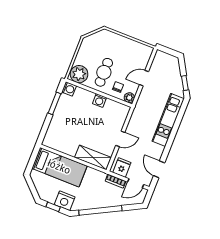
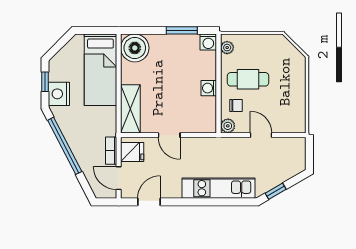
plant: (79, 74) -> (227, 48), width x0.53, depth x0.53
boiler: (54, 139) -> (135, 48), added

